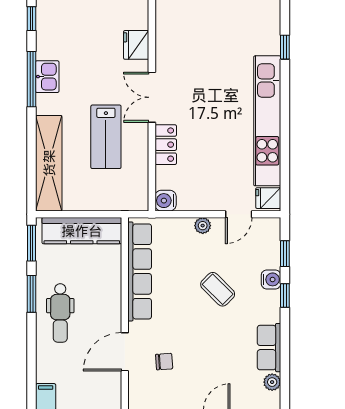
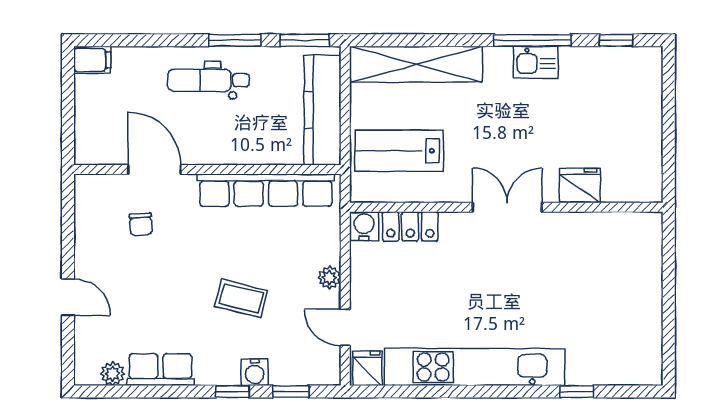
lab bench: (106, 137) -> (399, 151), moved
locker: (166, 145) -> (410, 226), moved
coffee table: (218, 289) -> (241, 298), turned 59

